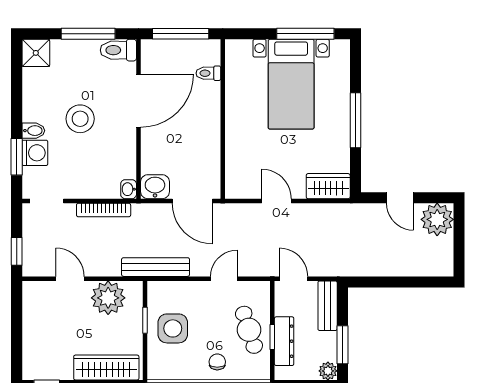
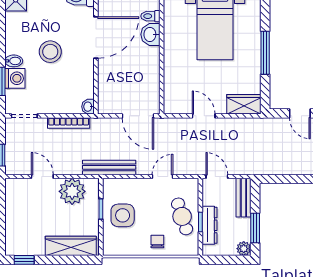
washbasin: (155, 187) -> (150, 34), moved, turned -90

